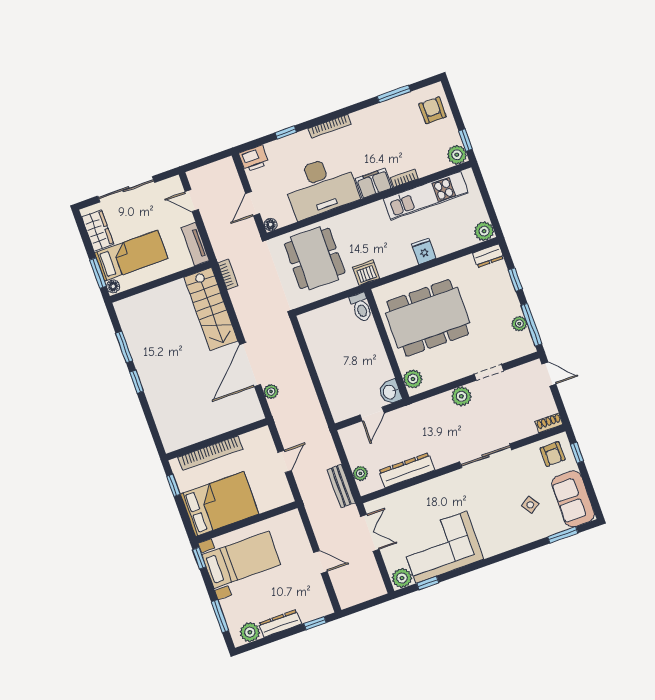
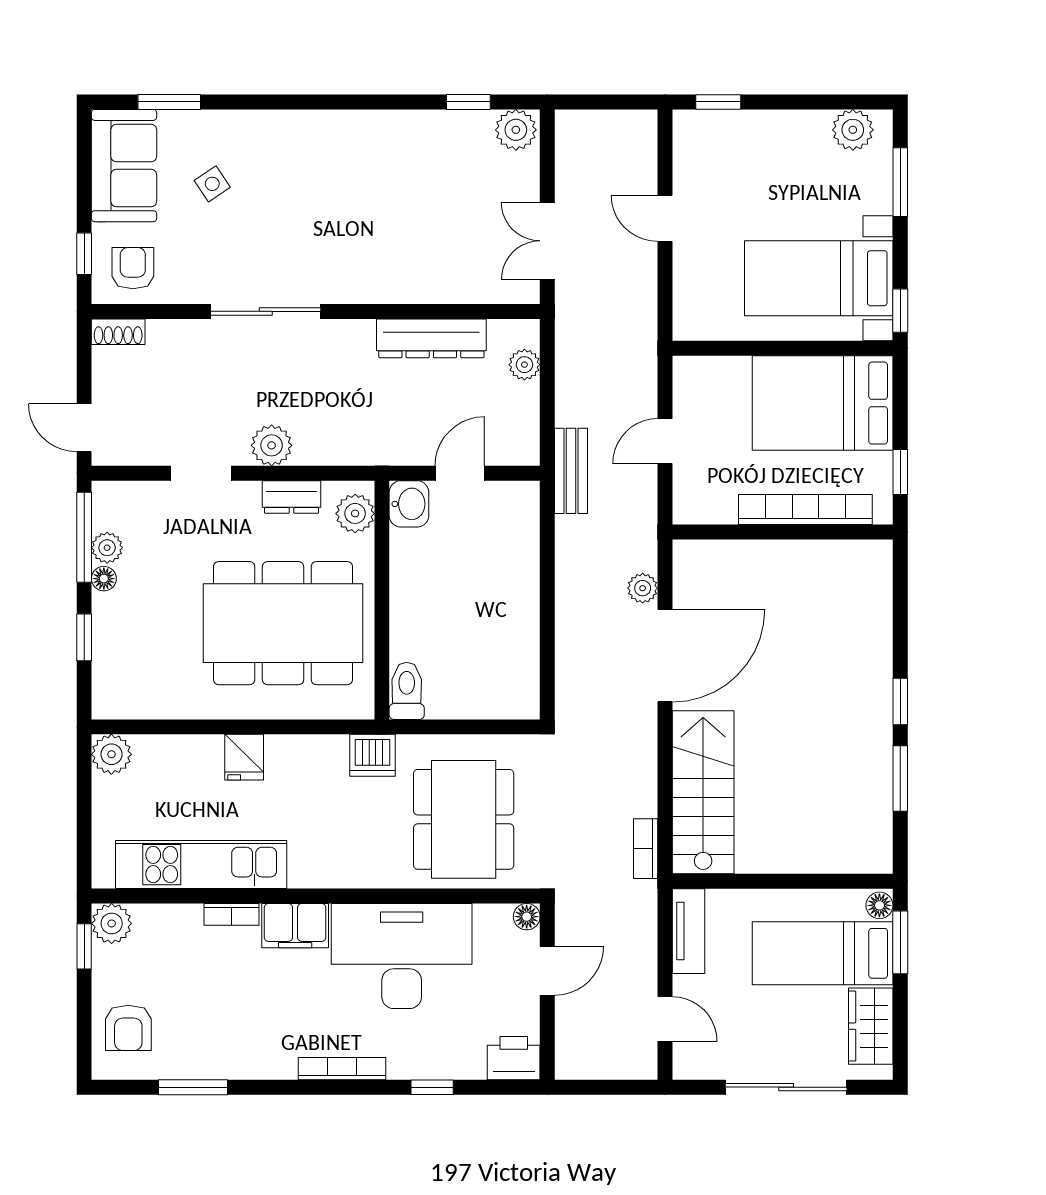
dresser: (488, 256) -> (292, 497), moved, turned 180
floor lamp: (516, 309) -> (104, 579), added
bench: (341, 486) -> (571, 471), moved
corner sofa: (441, 547) -> (417, 163), removed
dresser: (280, 624) -> (787, 126), removed

